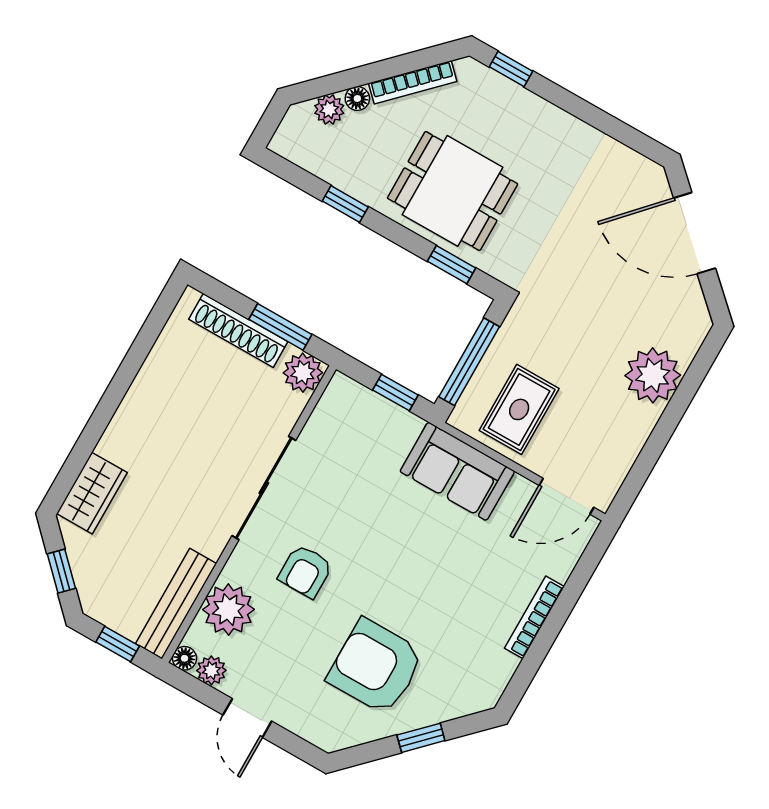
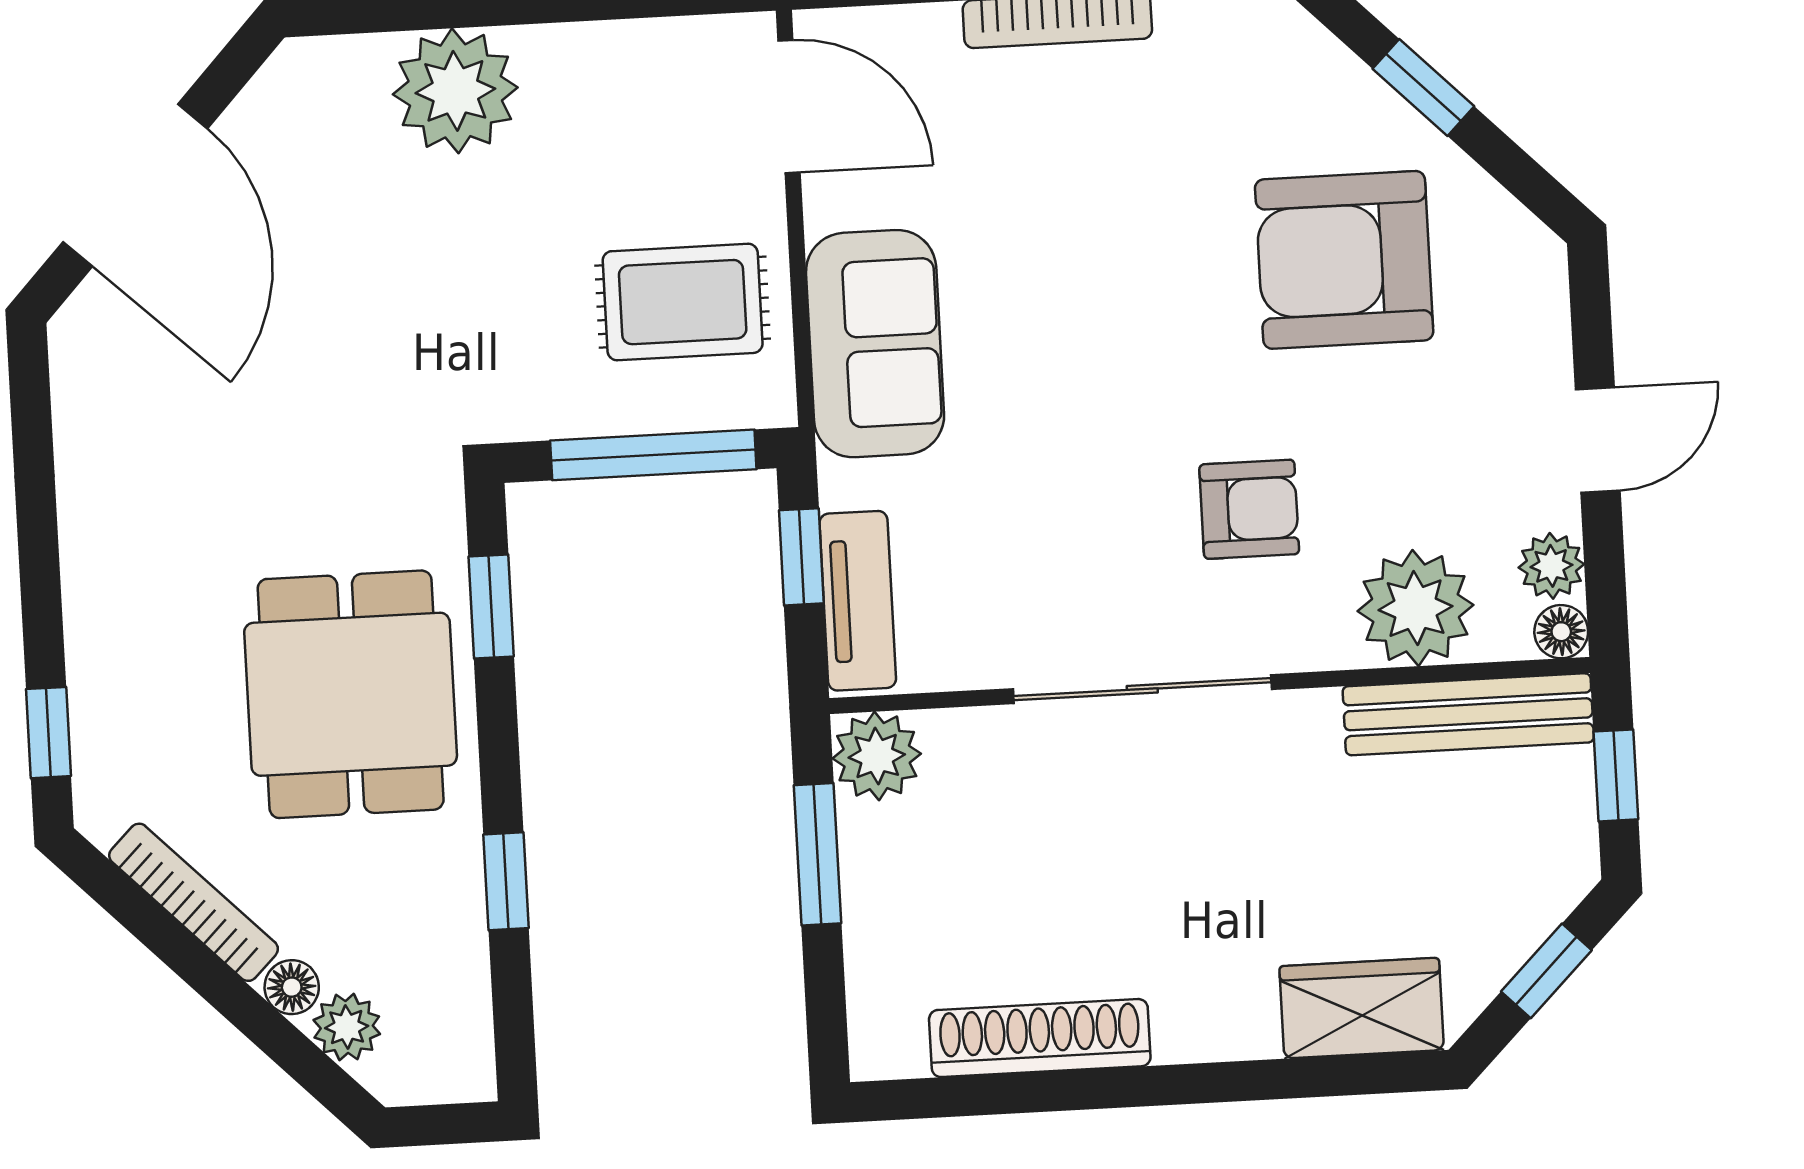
shoe rack: (238, 330) -> (1040, 1038), moved, turned -90
tv unit: (365, 403) -> (858, 601), added
armchair: (376, 667) -> (1344, 260), turned 90

